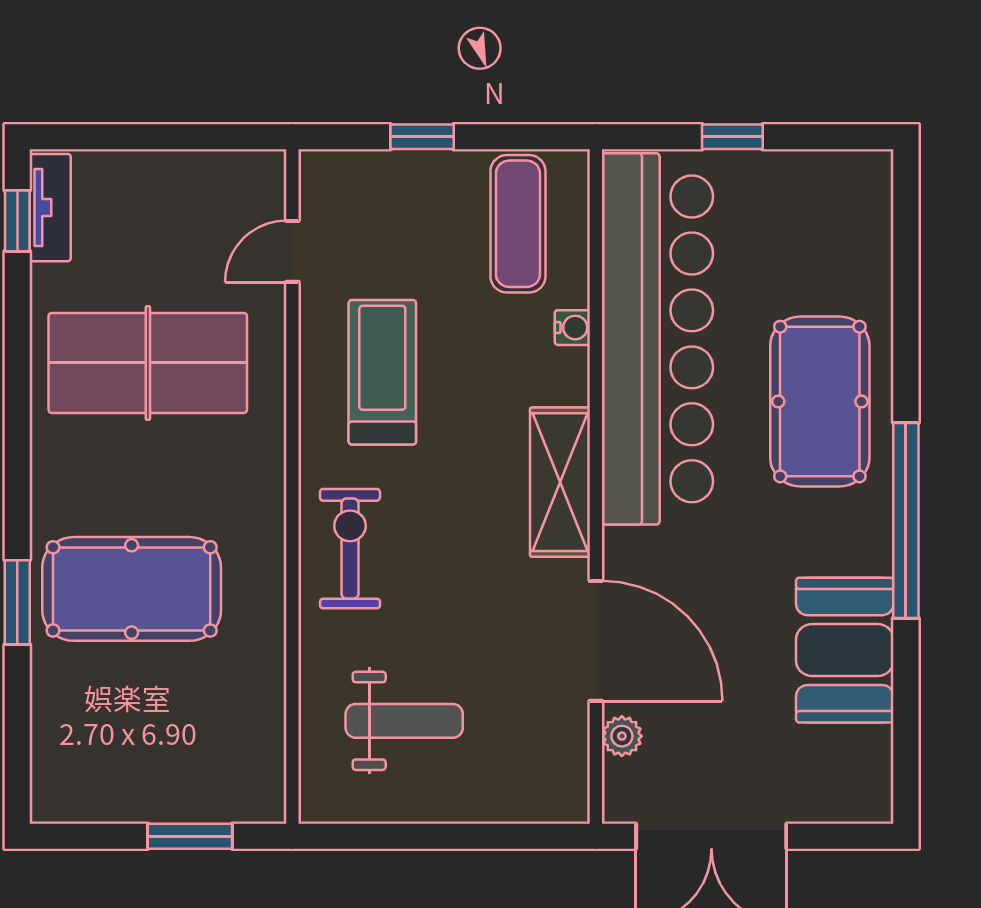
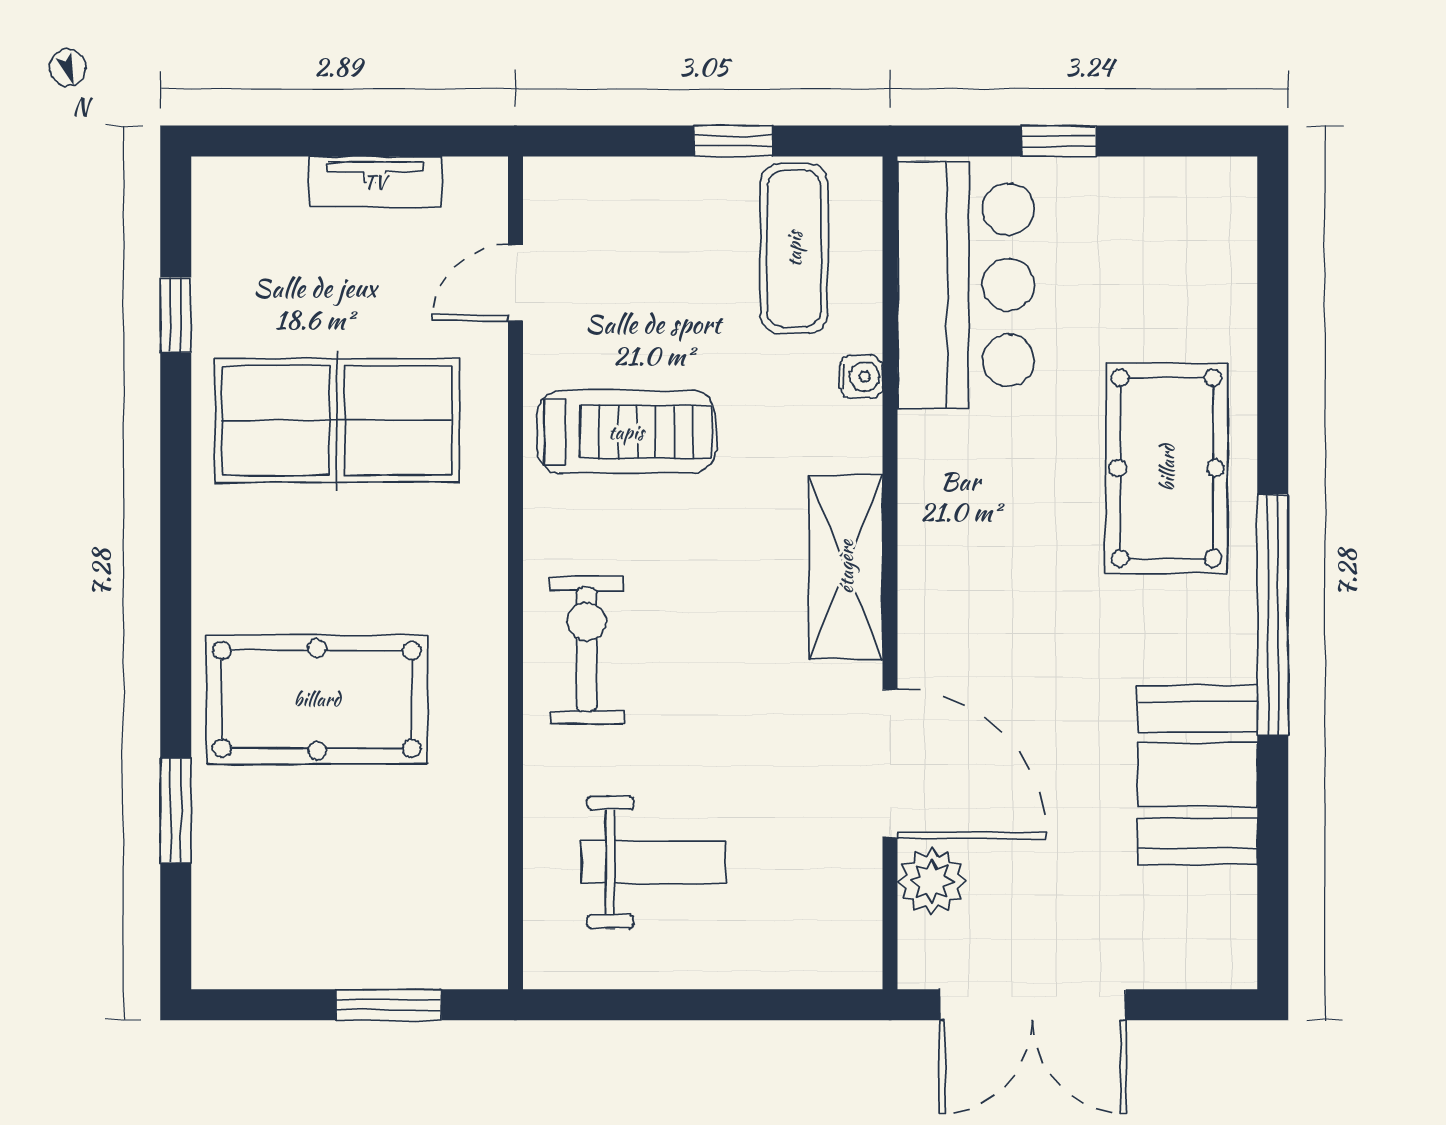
window: (422, 137) -> (733, 141), moved
tv unit: (50, 208) -> (375, 182), moved, turned 90
window: (17, 221) -> (176, 315), moved
bar counter: (657, 339) -> (966, 285), width x0.54
treadmill: (382, 372) -> (626, 432), turned 90
window: (17, 602) -> (176, 810), moved
plant: (622, 736) -> (931, 881), width x1.38, depth x1.38

